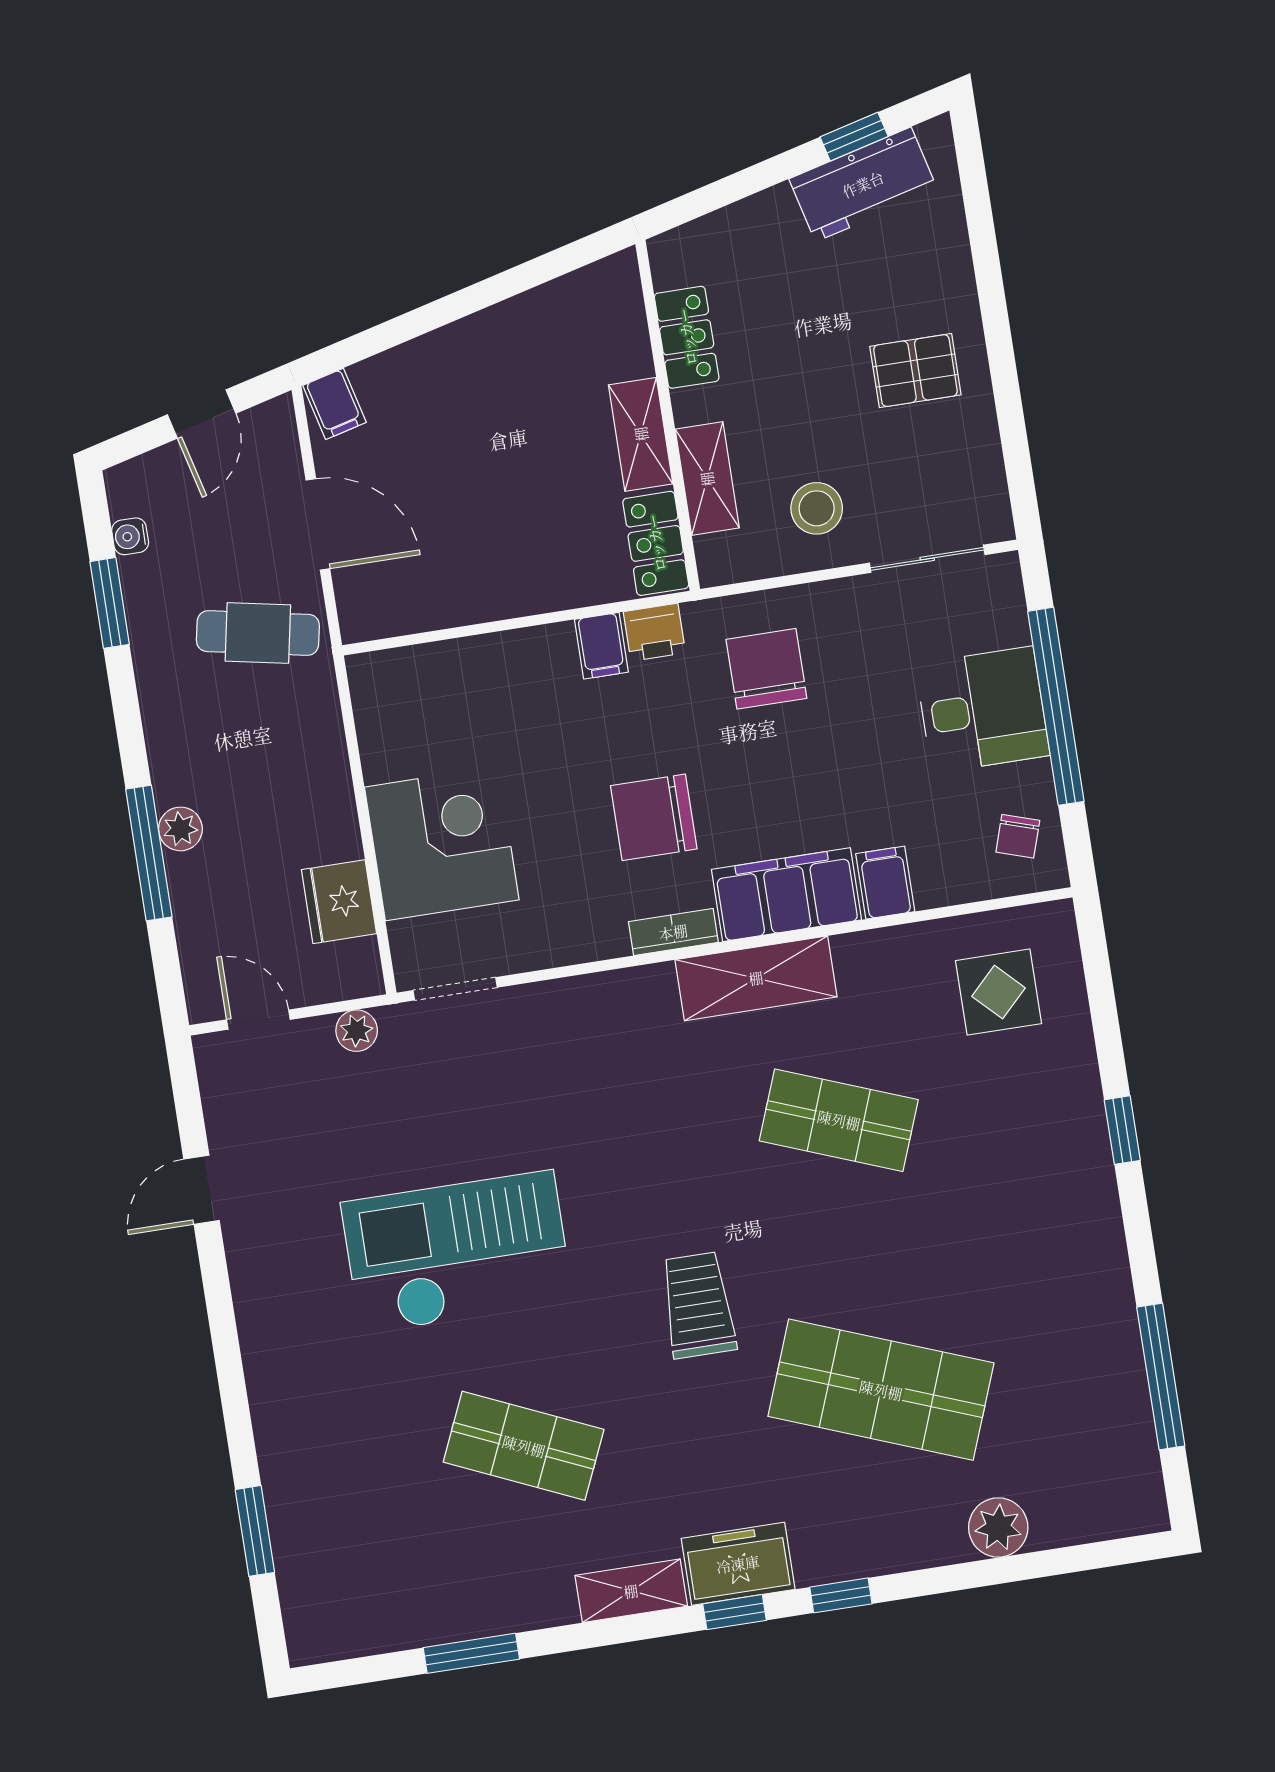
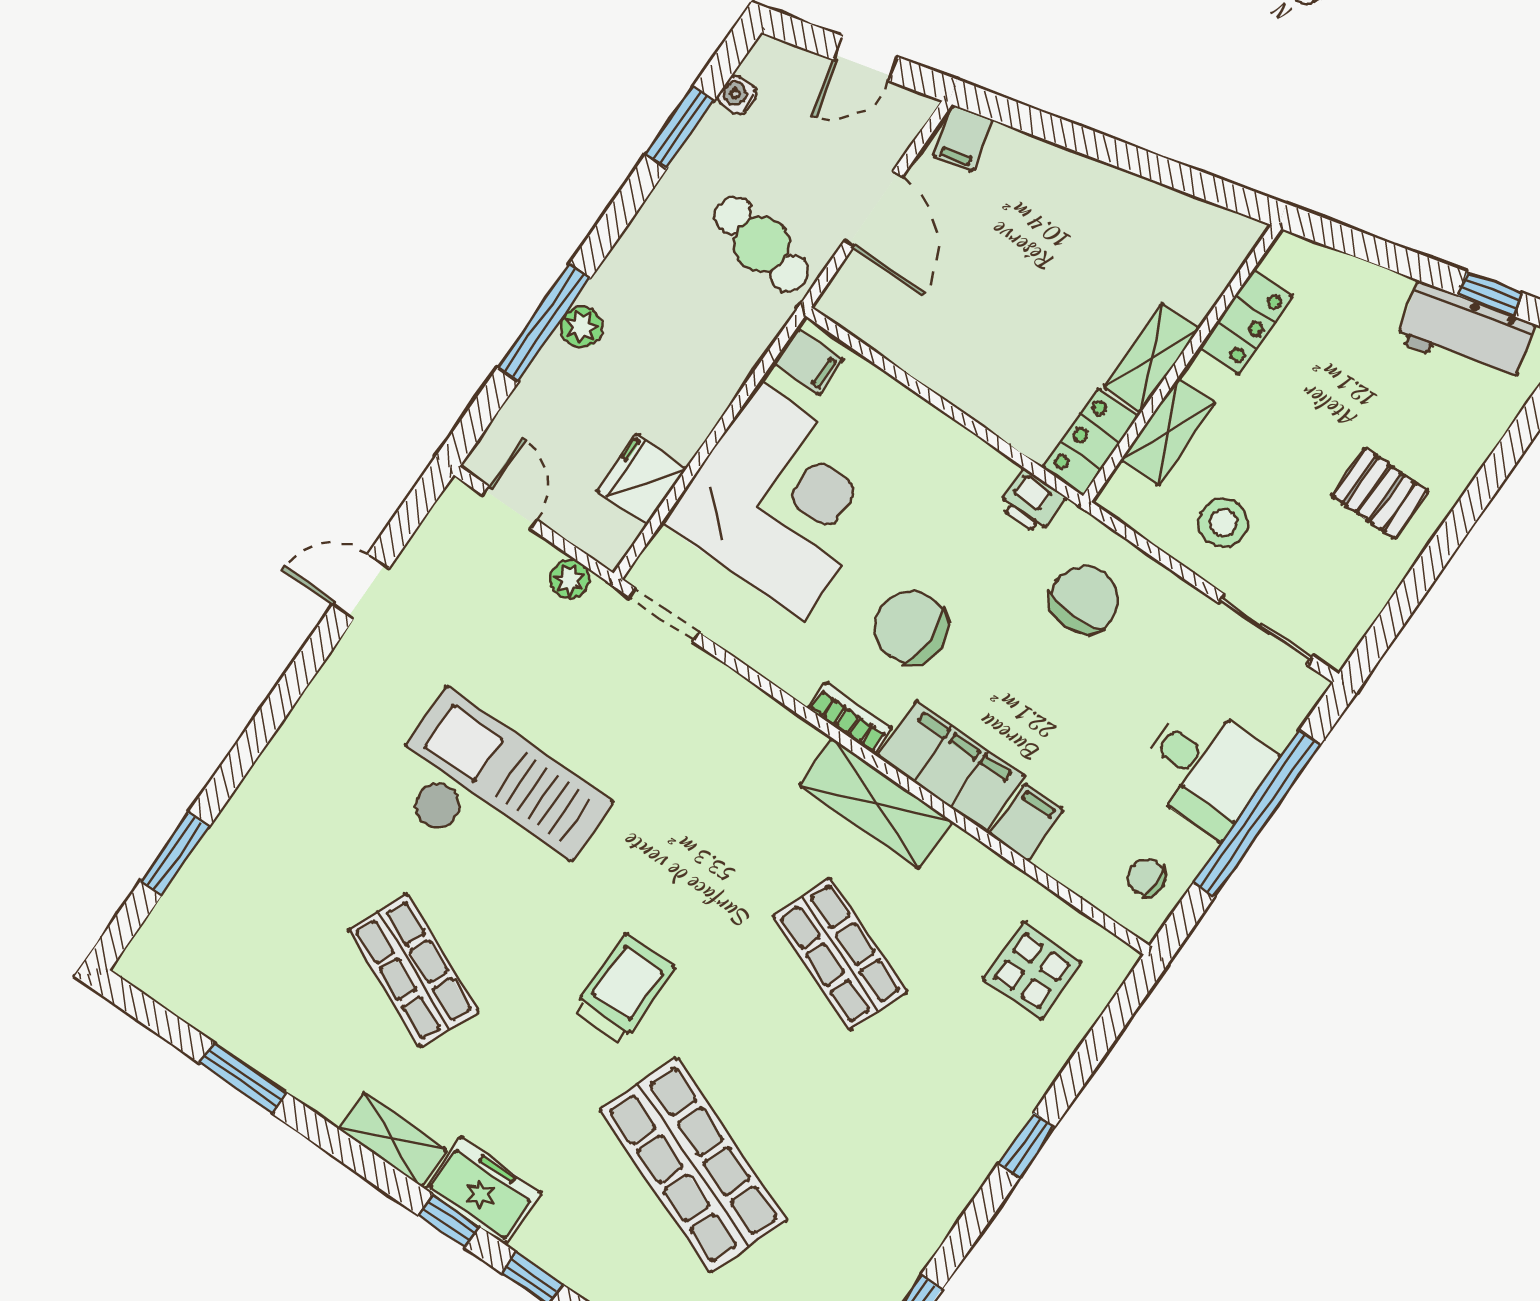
filing cabinet: (601, 646) -> (808, 361), moved, turned -90
chair: (1018, 836) -> (1147, 877), turned 73
corner desk: (442, 844) -> (782, 501), width x1.36, depth x1.36

